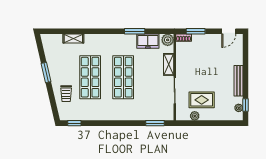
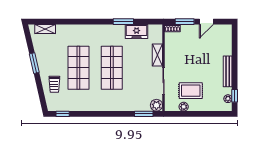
door: (229, 31) -> (206, 22), moved
shelving: (73, 39) -> (45, 29), moved
plant: (168, 40) -> (156, 105), moved

